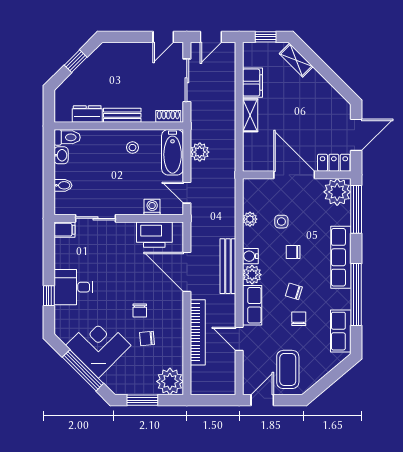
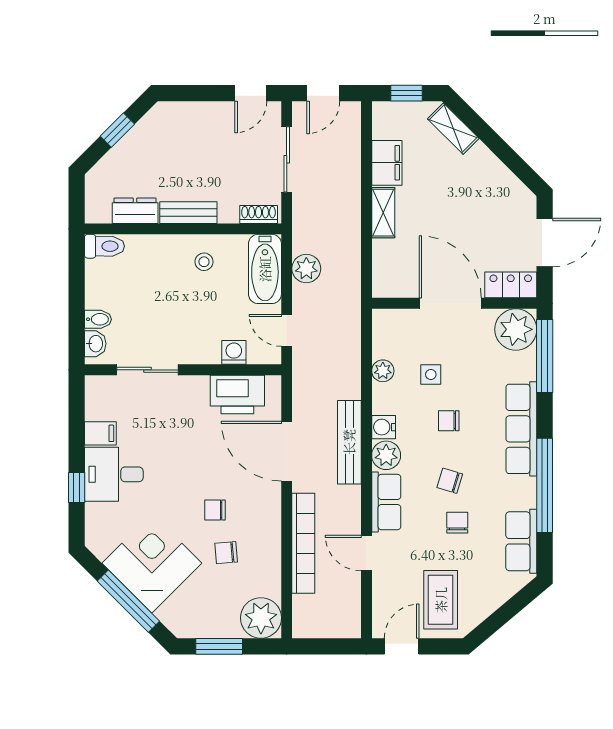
washbasin: (61, 155) -> (95, 344), moved
filing cabinet: (64, 230) -> (100, 433), moved
chair: (140, 311) -> (215, 510), turned 90

